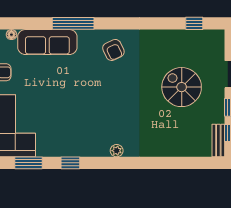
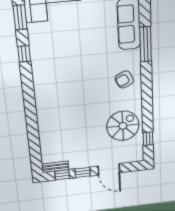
spiral stairs: (182, 87) -> (123, 126), moved
plant: (117, 151) -> (39, 91), removed

